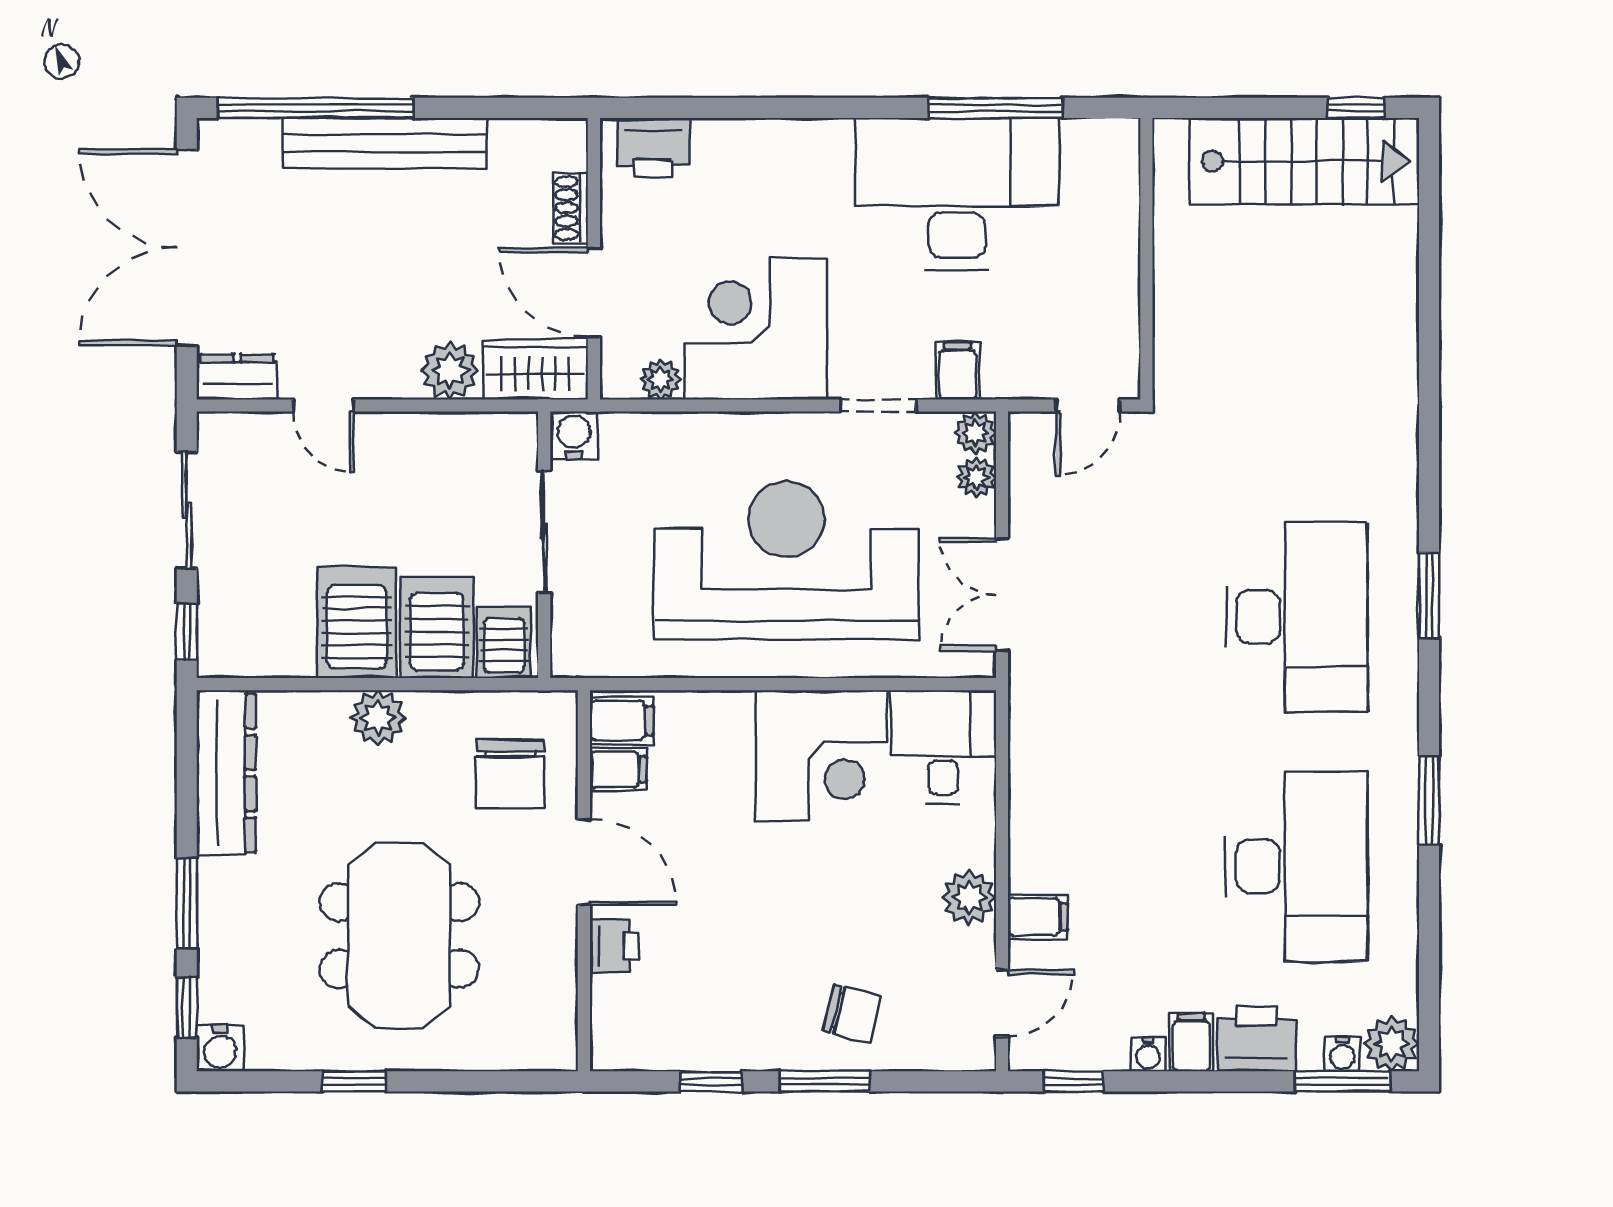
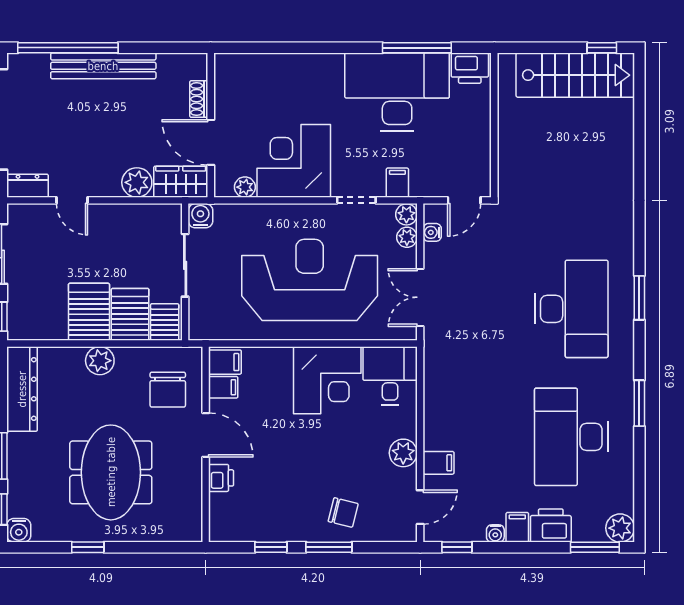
printer: (653, 148) -> (470, 68), moved
desk: (1296, 866) -> (571, 437), turned 180
water cooler: (1342, 1054) -> (432, 232), moved, turned 90

